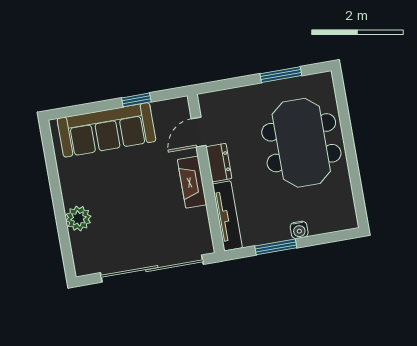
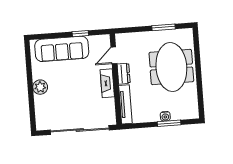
plant: (78, 218) -> (40, 87), moved
window: (276, 247) -> (169, 123), moved

